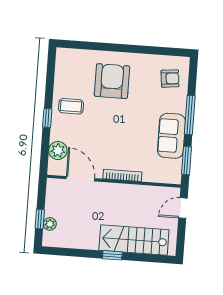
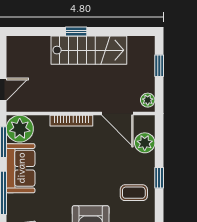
plant: (169, 171) -> (20, 129), added
plant: (50, 224) -> (148, 100), moved
stairs: (134, 240) -> (89, 50), moved

